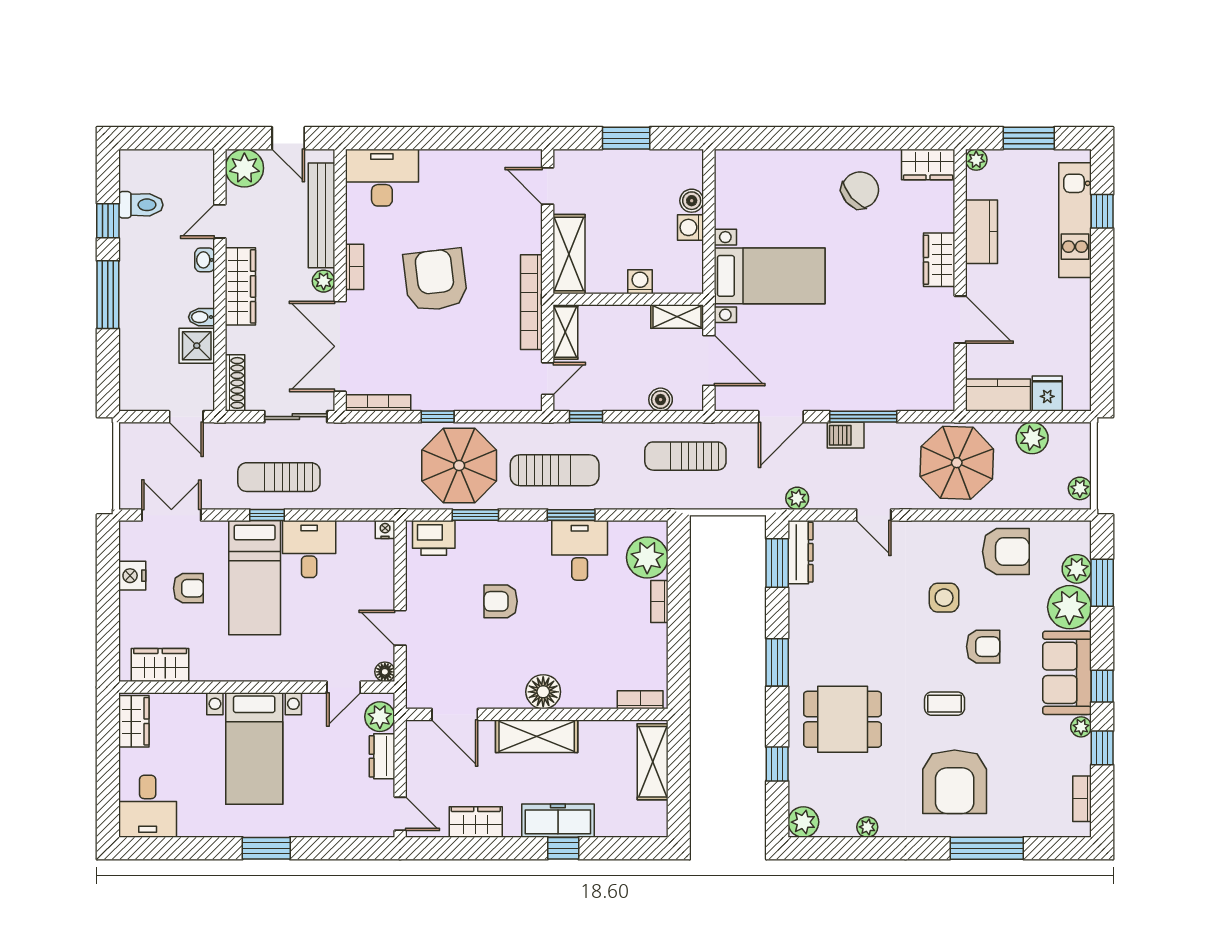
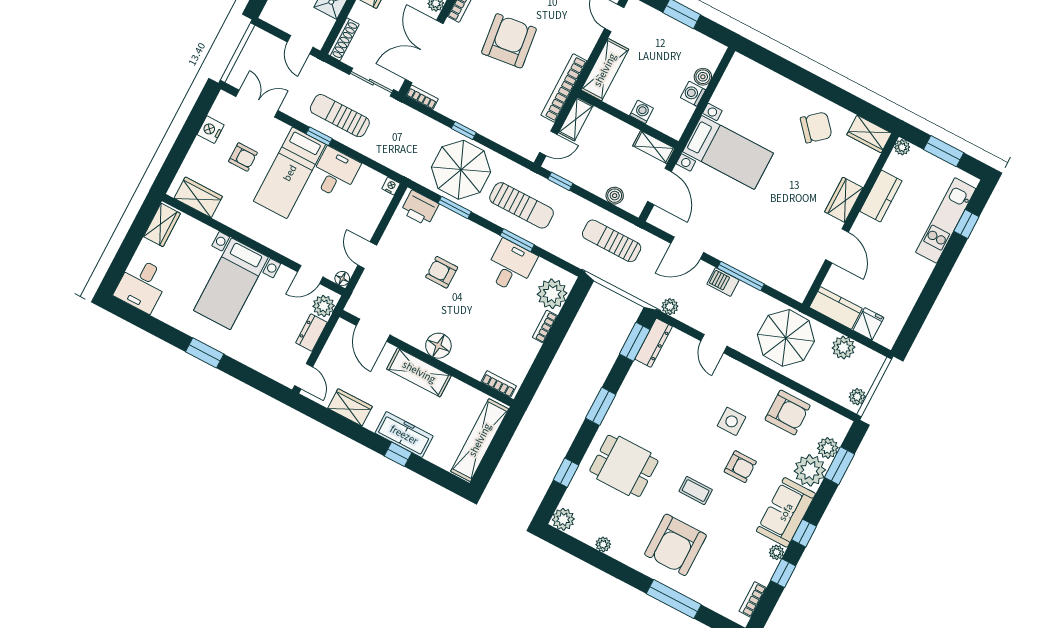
bookcase: (378, 403) -> (422, 97), width x0.64
shelving: (653, 762) -> (480, 440), width x1.47

